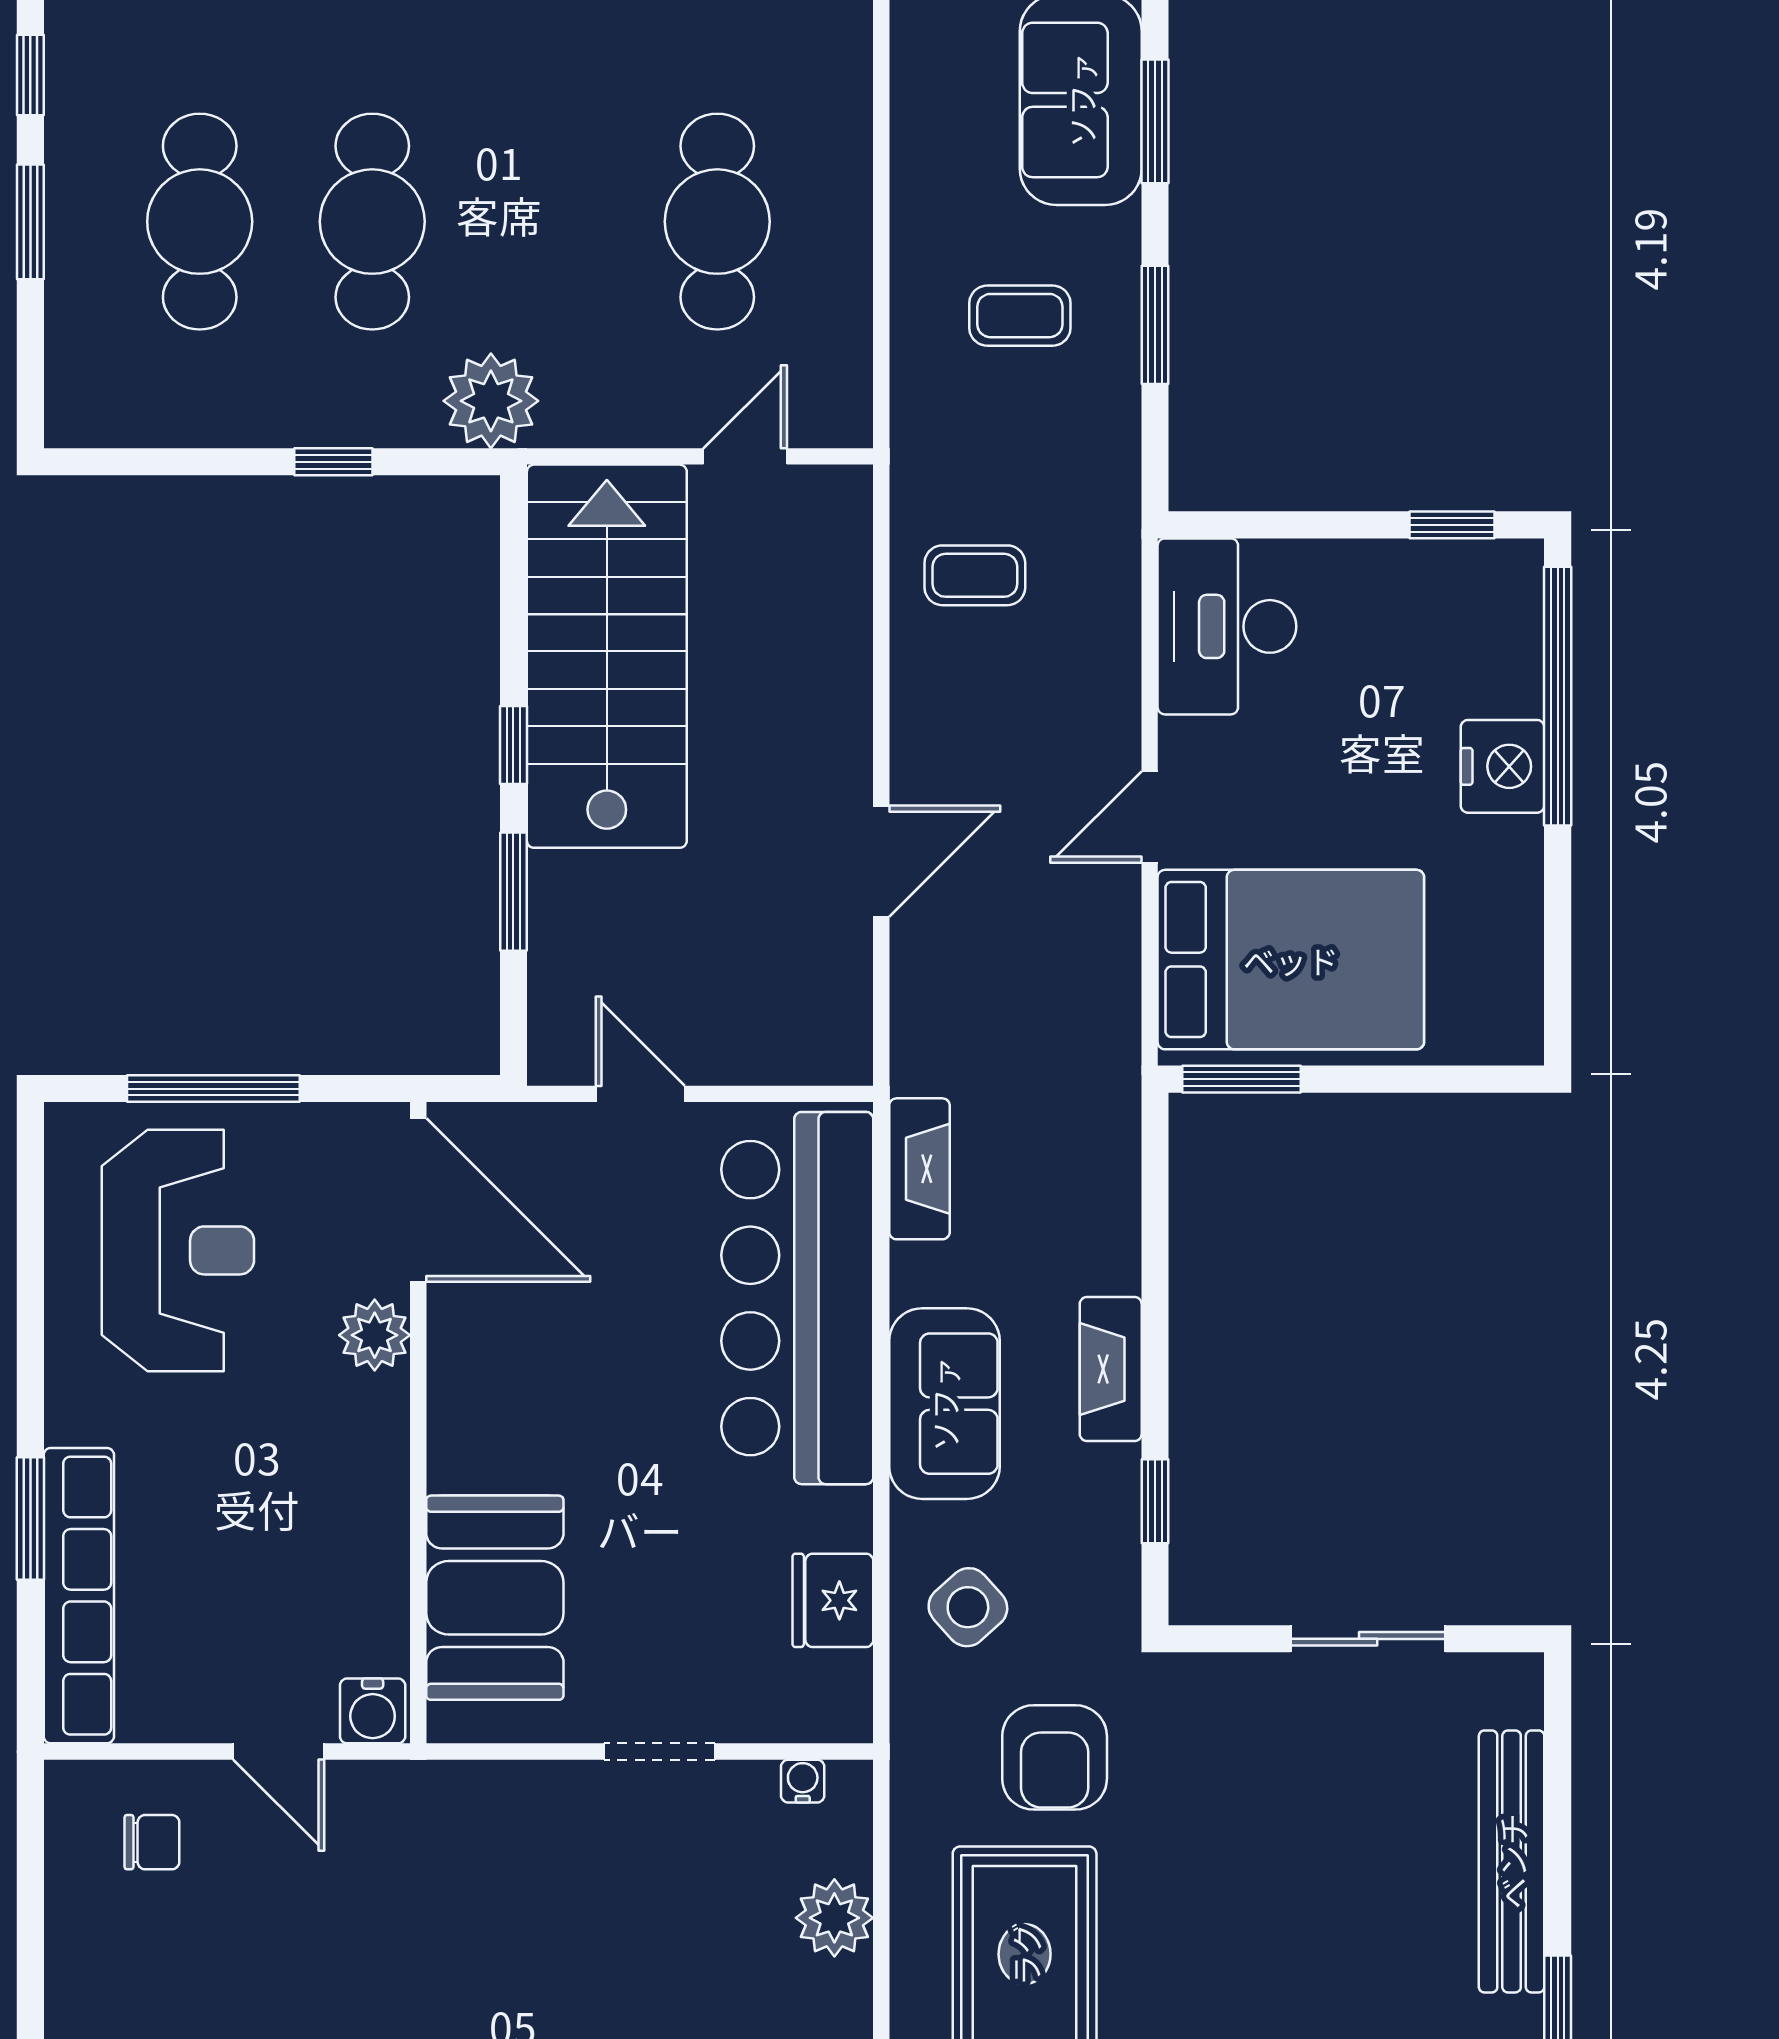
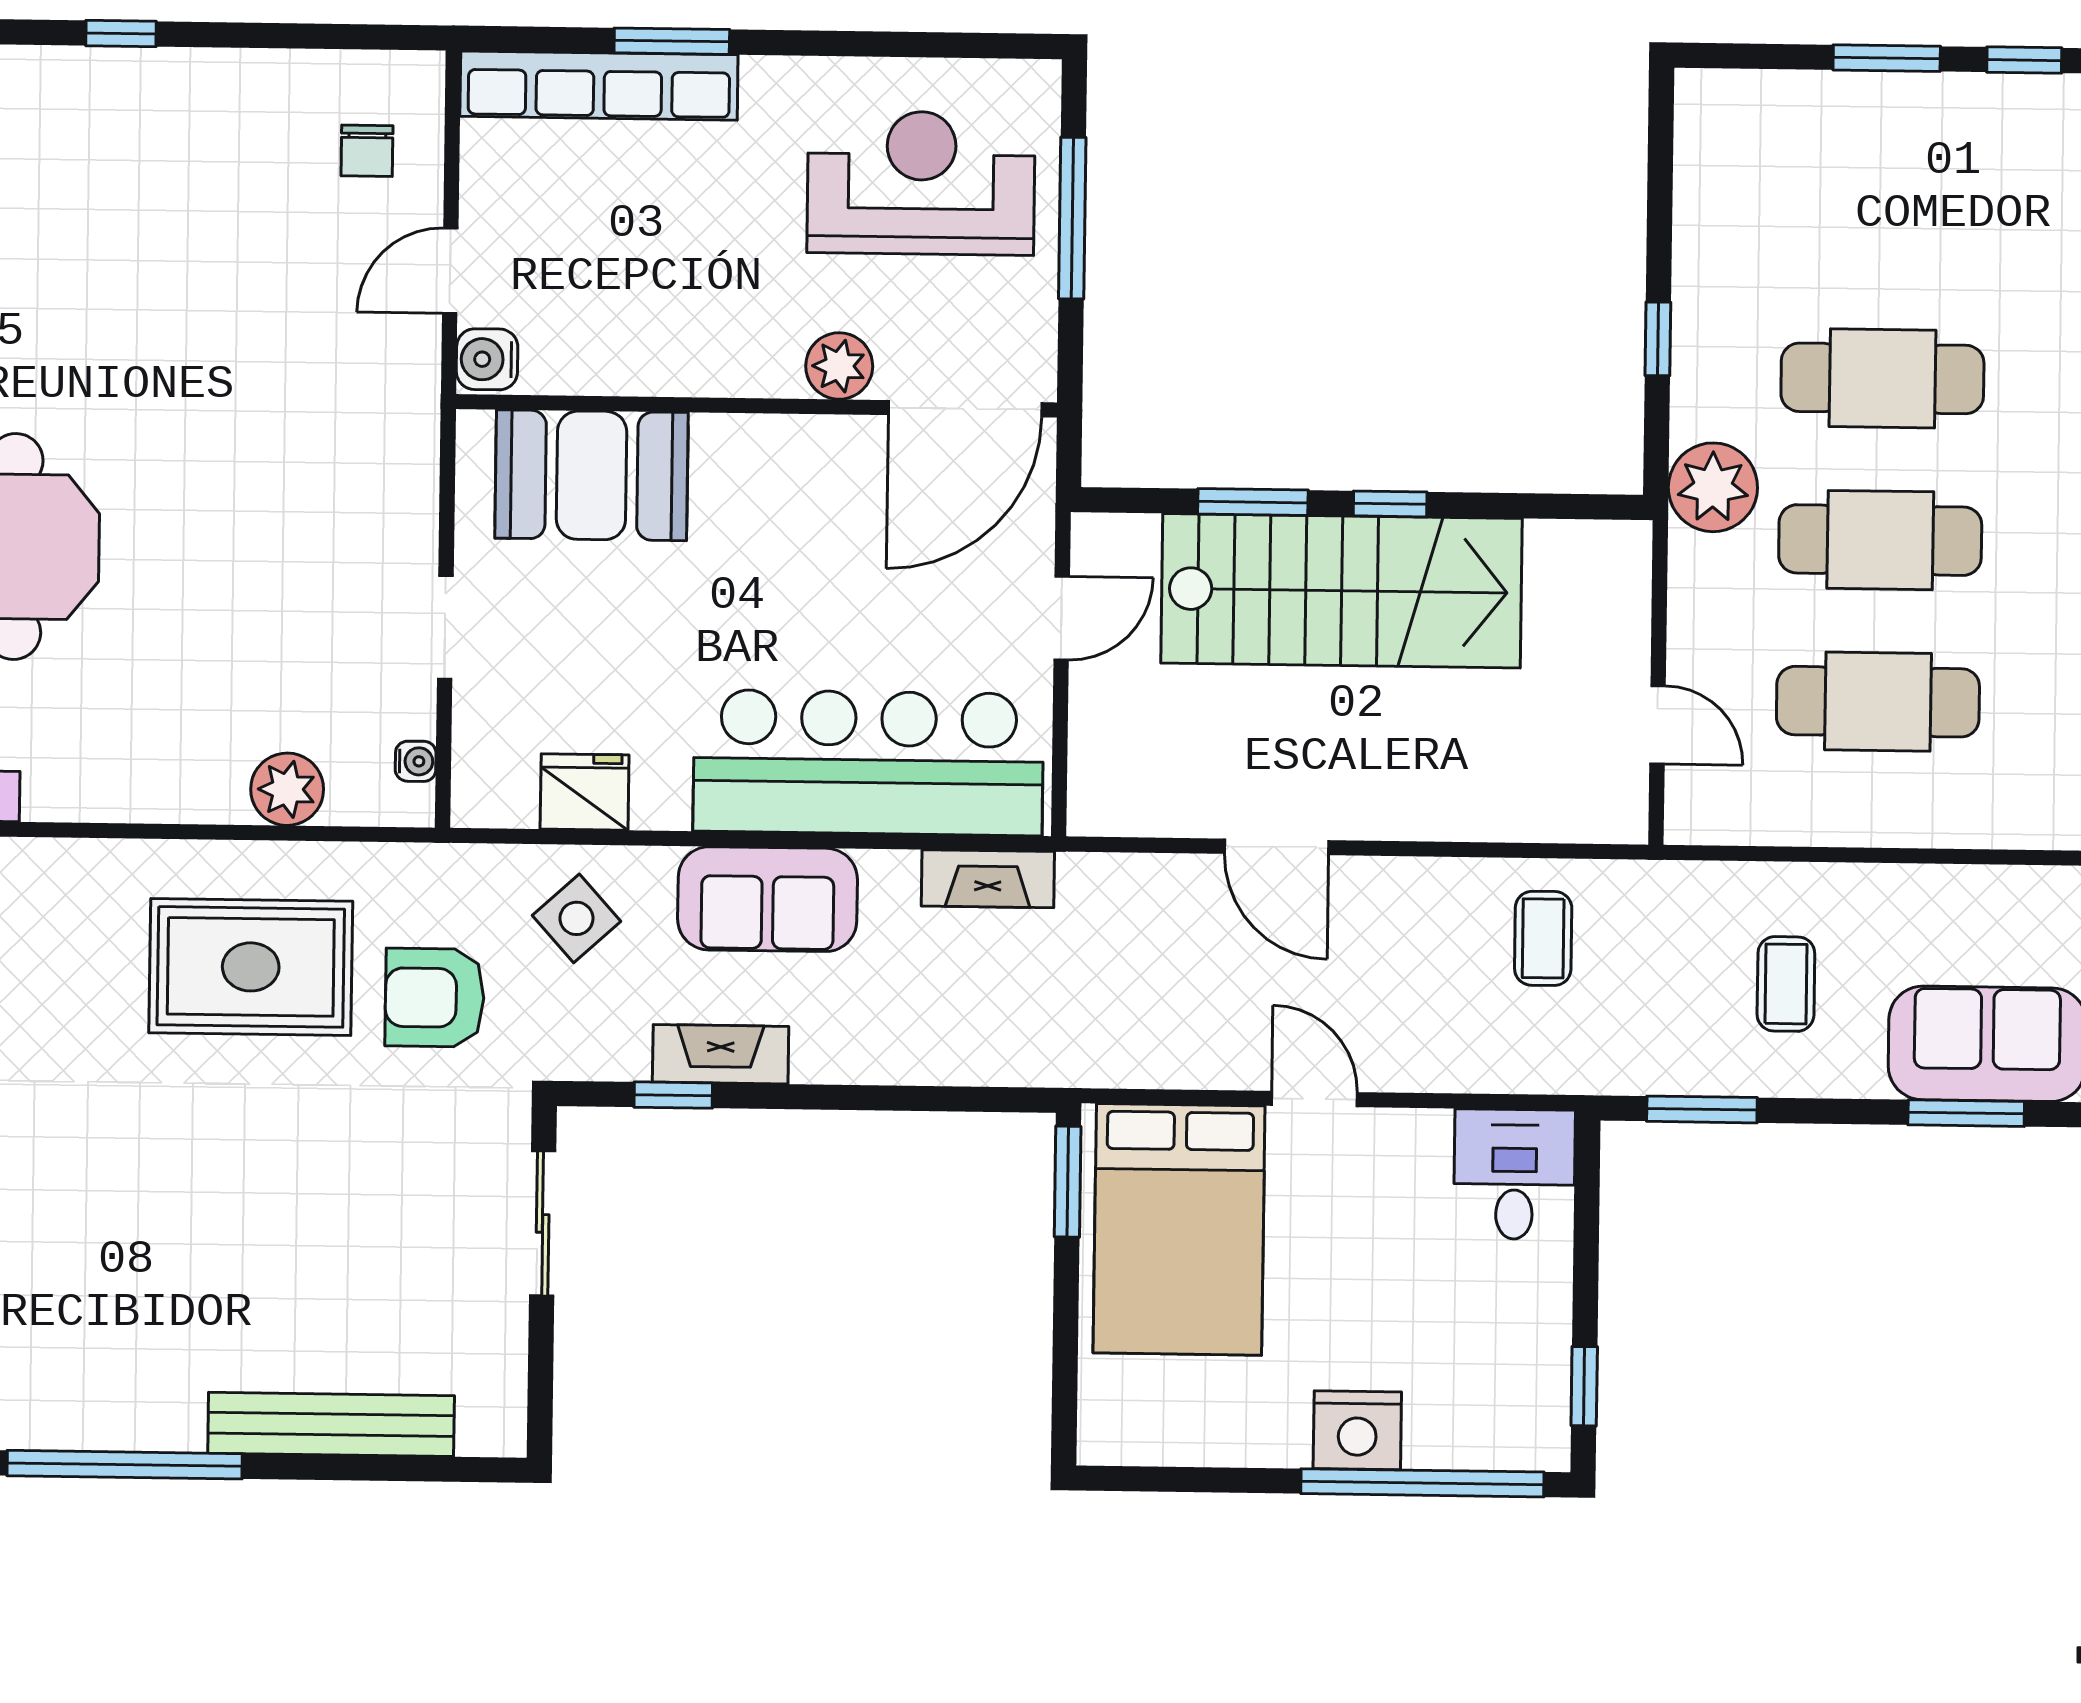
cafe table: (200, 222) -> (1880, 540), moved
window: (1155, 325) -> (1702, 1109), moved
desk: (1227, 626) -> (1514, 1174), width x0.73
stairs: (607, 656) -> (1342, 591), moved
reception desk: (178, 1250) -> (921, 183), turned 180
fireplace: (1111, 1369) -> (721, 1054), moved
sliding door: (1368, 1639) -> (543, 1223), moved

